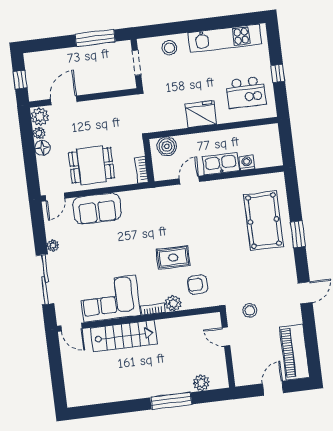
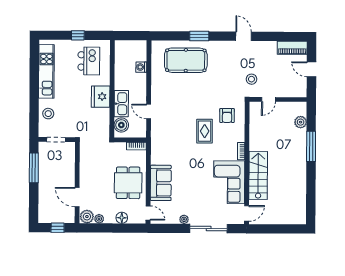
floor lamp: (42, 148) -> (122, 218), moved
kitchen sink: (221, 164) -> (121, 104), moved, turned 180
plant: (173, 303) -> (239, 135), removed
piano: (295, 352) -> (292, 48), width x0.73, depth x0.75

